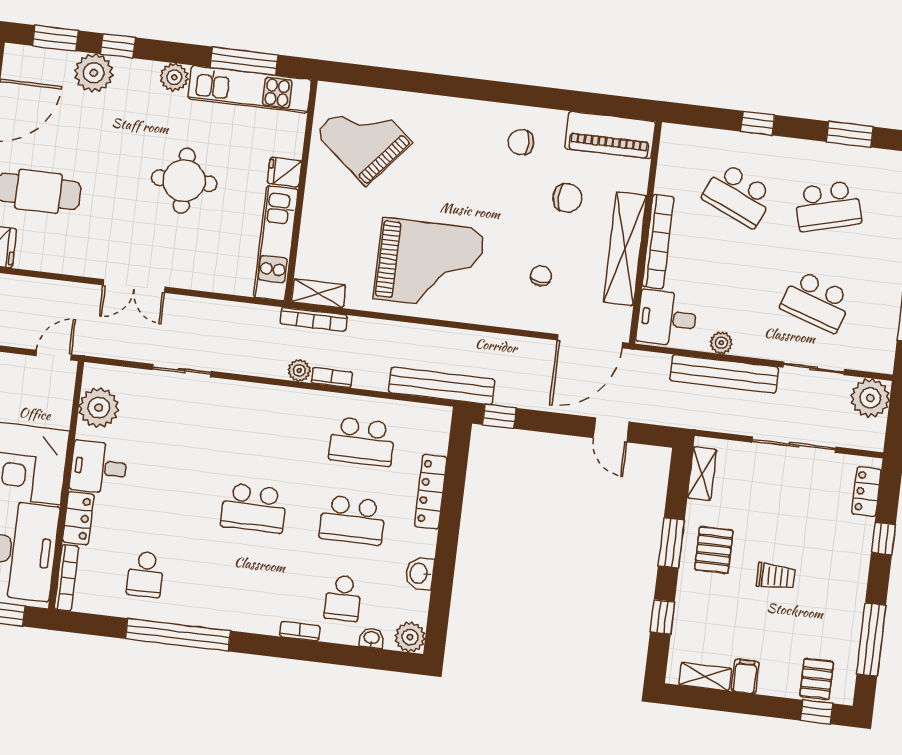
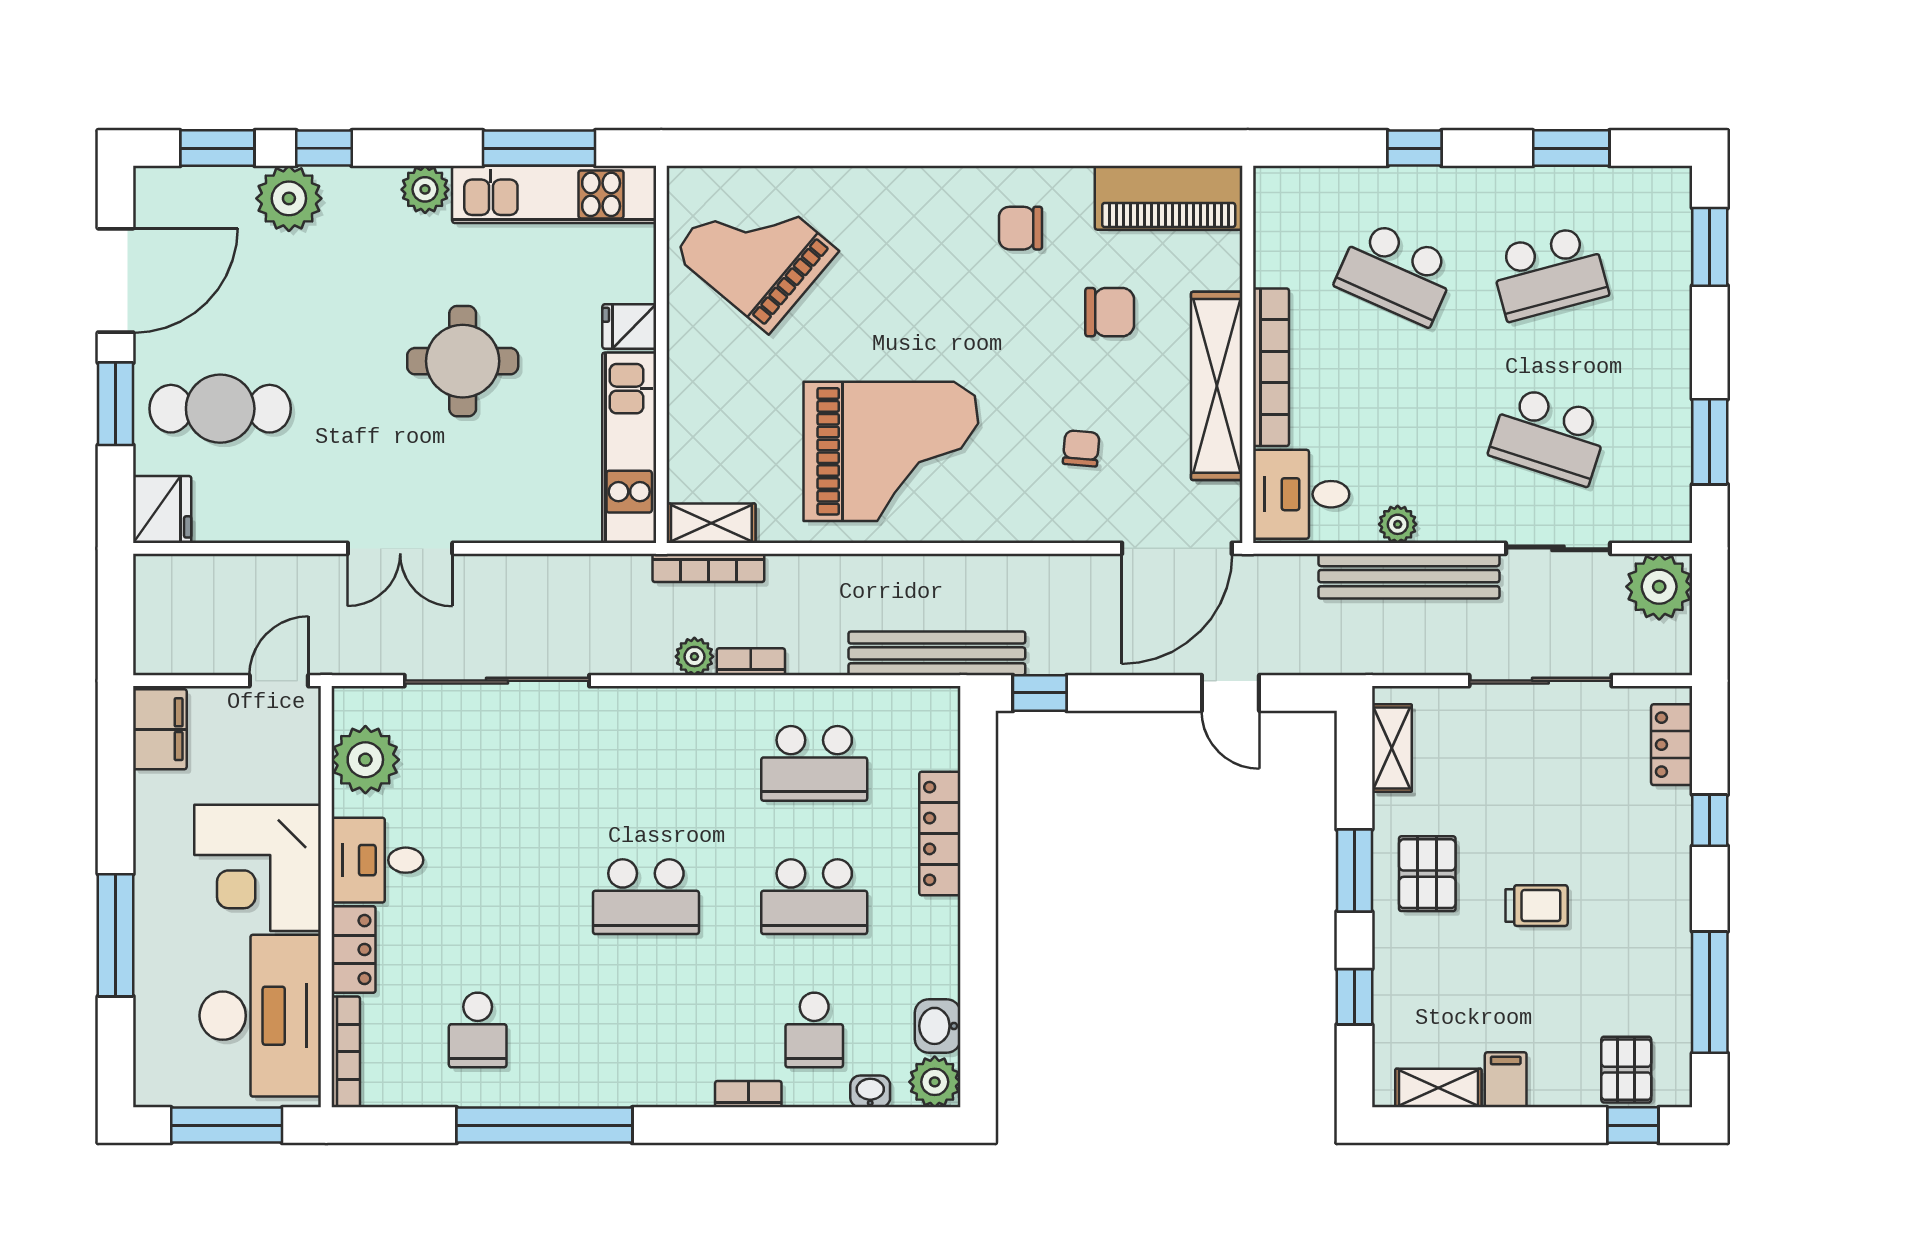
sliding door: (182, 371) -> (497, 681), width x1.86
washbasin: (419, 573) -> (938, 1026), moved

